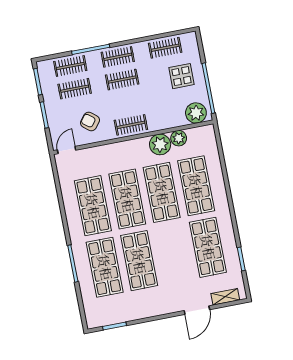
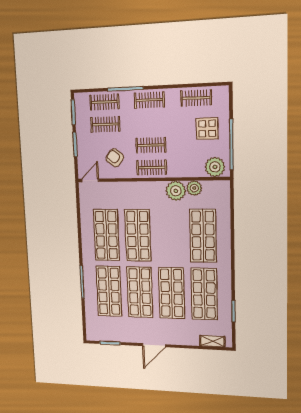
clothes rail: (122, 80) -> (151, 145), moved
shop shelf: (162, 192) -> (172, 293), moved
door: (197, 310) -> (154, 345), moved

